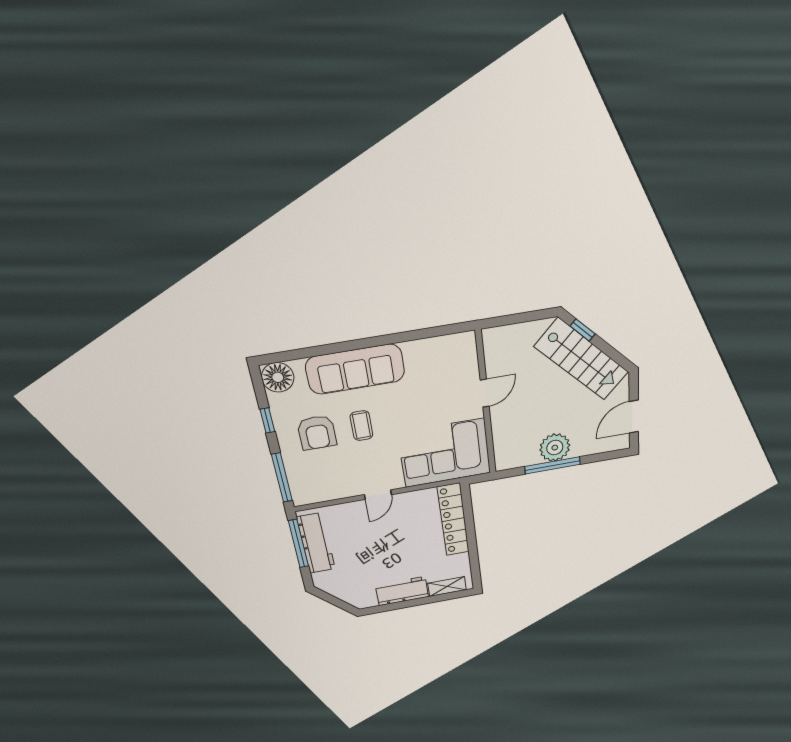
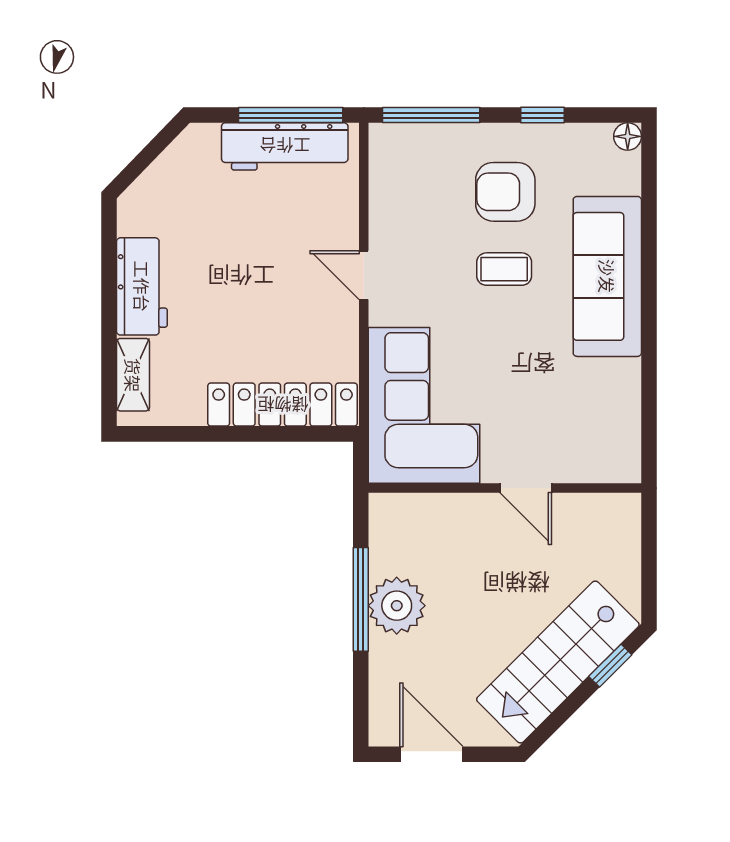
floor lamp: (278, 377) -> (628, 136), width x0.53, depth x0.53

